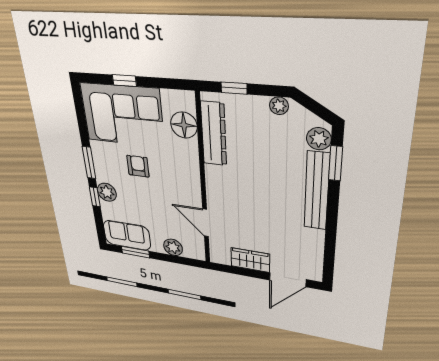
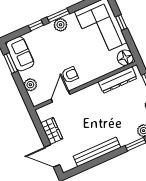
floor lamp: (184, 125) -> (125, 58), moved
armchair: (138, 166) -> (70, 75), moved
bench: (317, 191) -> (97, 152), moved
plant: (107, 192) -> (60, 25), moved

